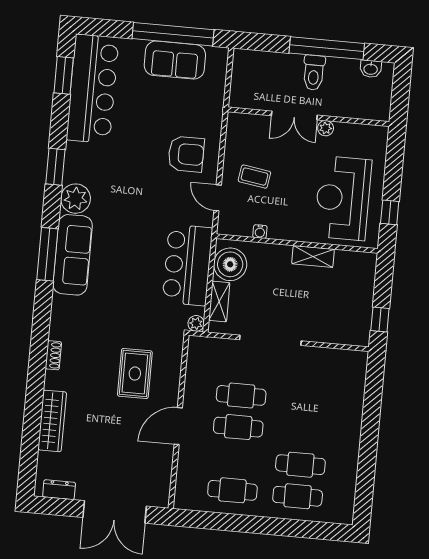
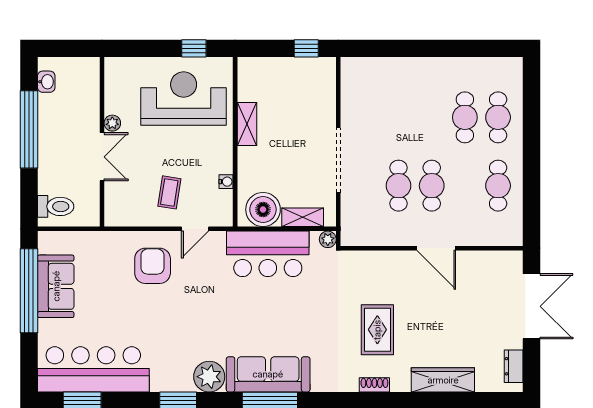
toilet: (314, 73) -> (56, 206), moved
reception desk: (343, 198) -> (184, 98), turned 180
rug: (135, 374) -> (377, 330), moved, turned 90

